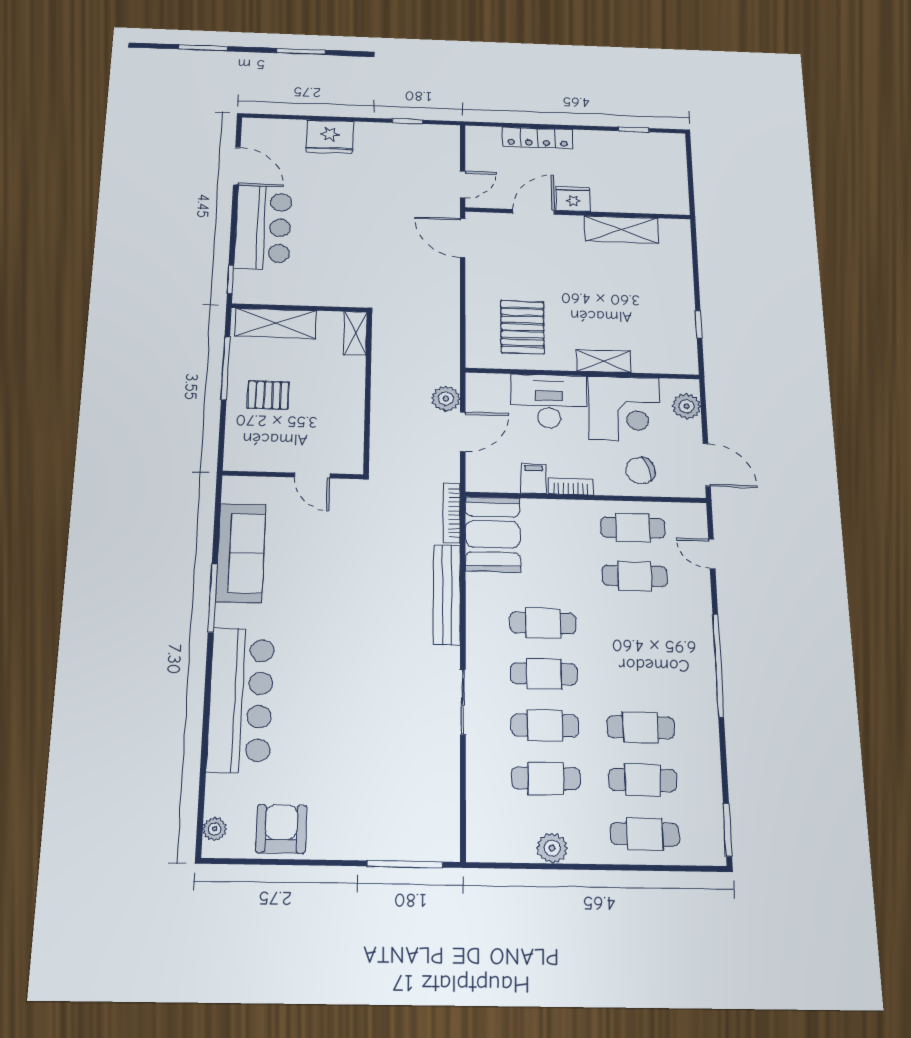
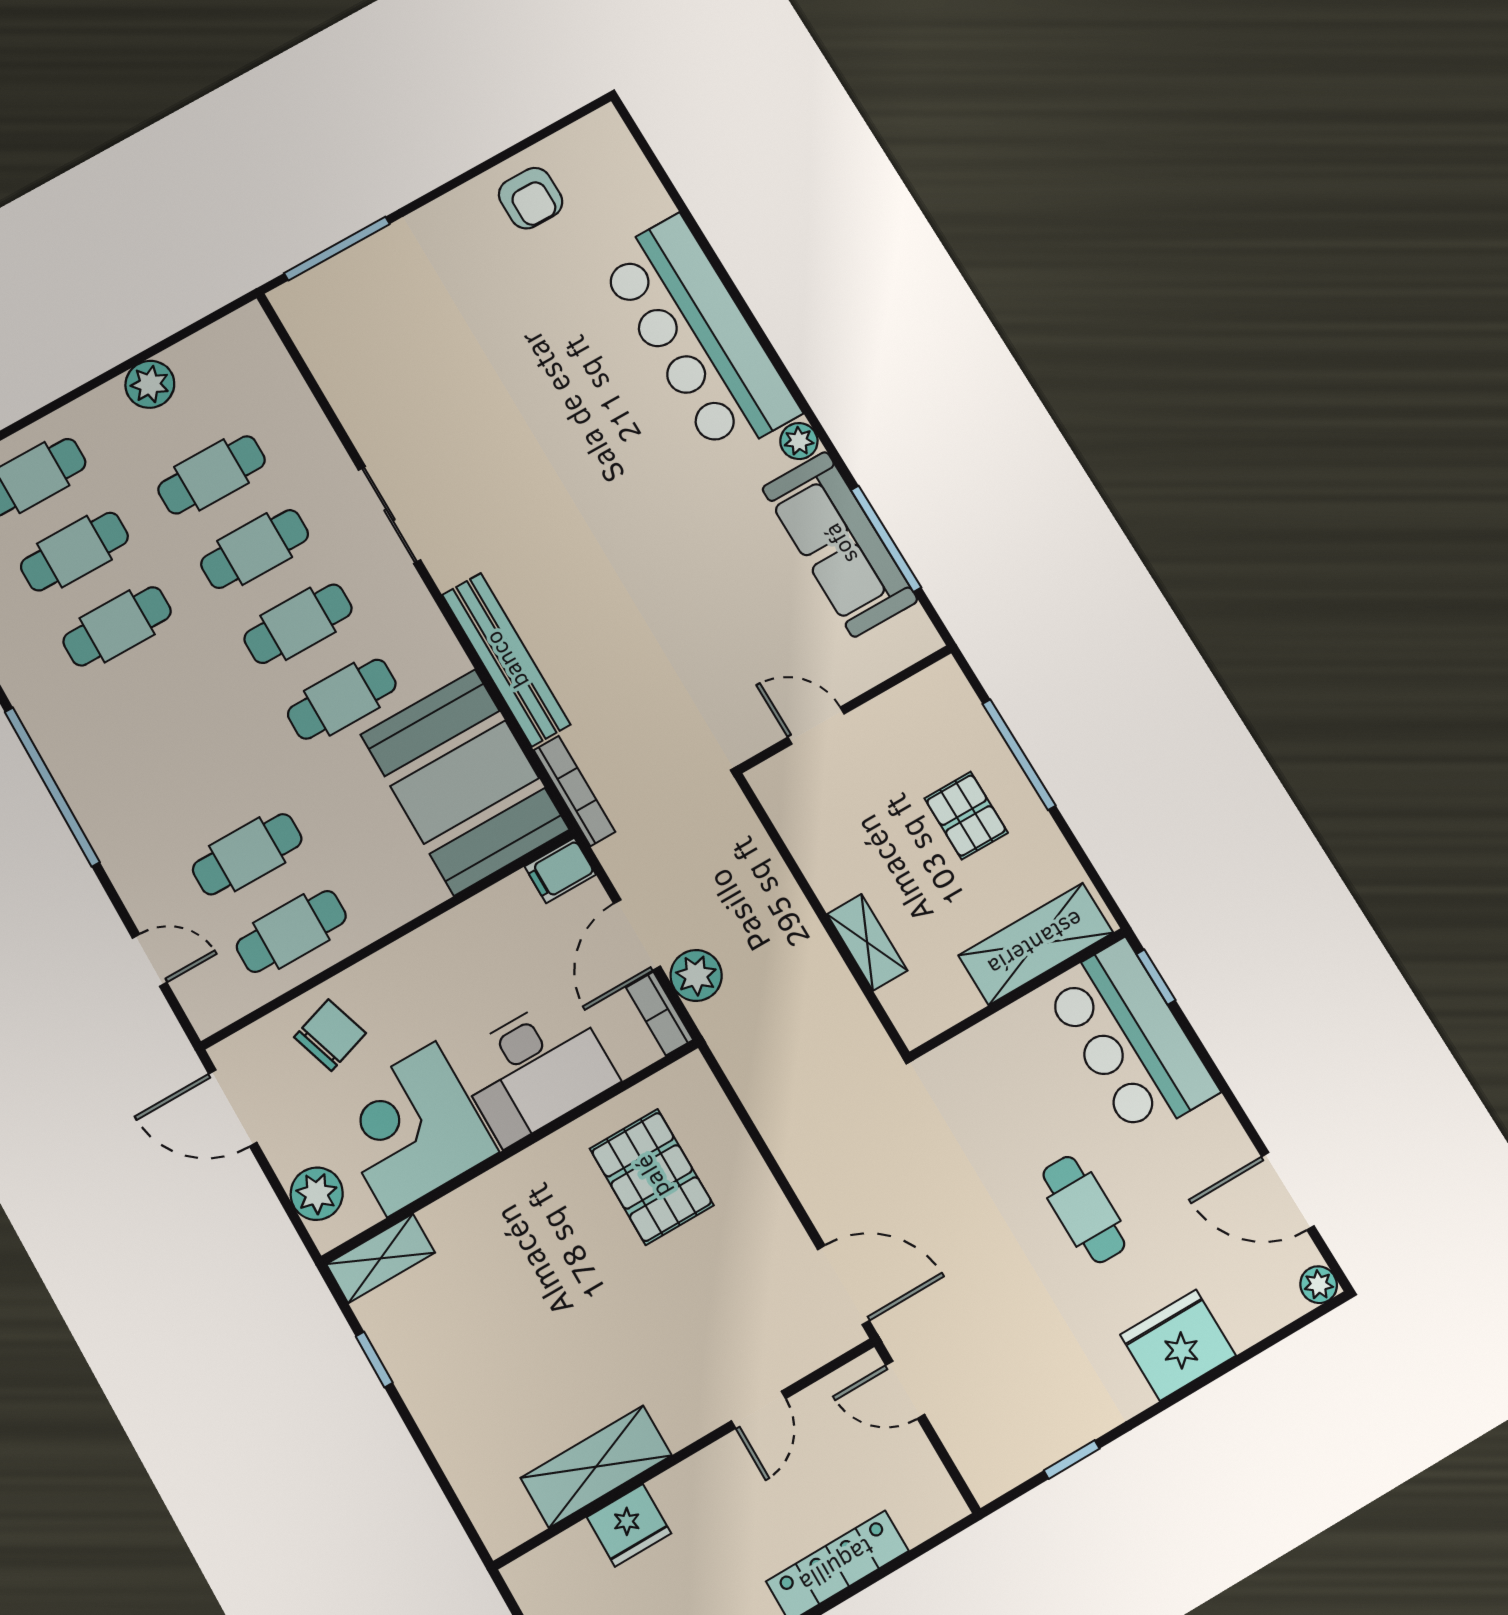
plant: (251, 126) -> (1319, 1285), added
door: (463, 185) -> (905, 1390), hinge flipped
fridge: (573, 199) -> (629, 1525), moved
cafe table: (333, 208) -> (1084, 1209), added
door: (534, 212) -> (759, 1410), width x0.73
bar counter: (263, 227) -> (1130, 1039), moved
shelving: (355, 333) -> (867, 942), moved
shelving: (604, 361) -> (381, 1258), moved
window: (225, 368) -> (1019, 755), moved
pallet: (268, 395) -> (966, 816), turned 90
filing cabinet: (534, 479) -> (560, 870), moved, turned 90
bookcase: (571, 486) -> (660, 1014), moved, turned 90
booth: (493, 534) -> (465, 782), width x1.36, depth x1.42
window: (213, 598) -> (886, 539), moved
plant: (215, 829) -> (799, 441), moved
armchair: (281, 829) -> (531, 198), width x0.72, depth x0.72

